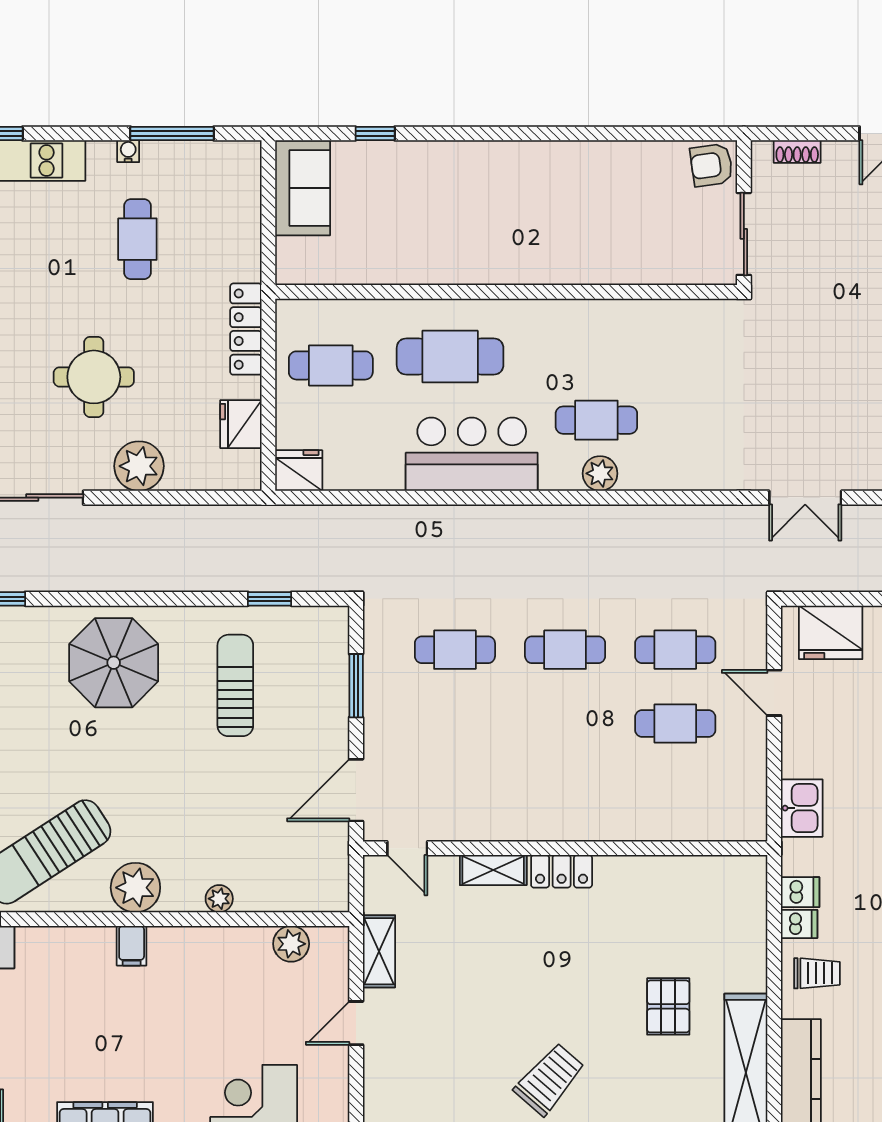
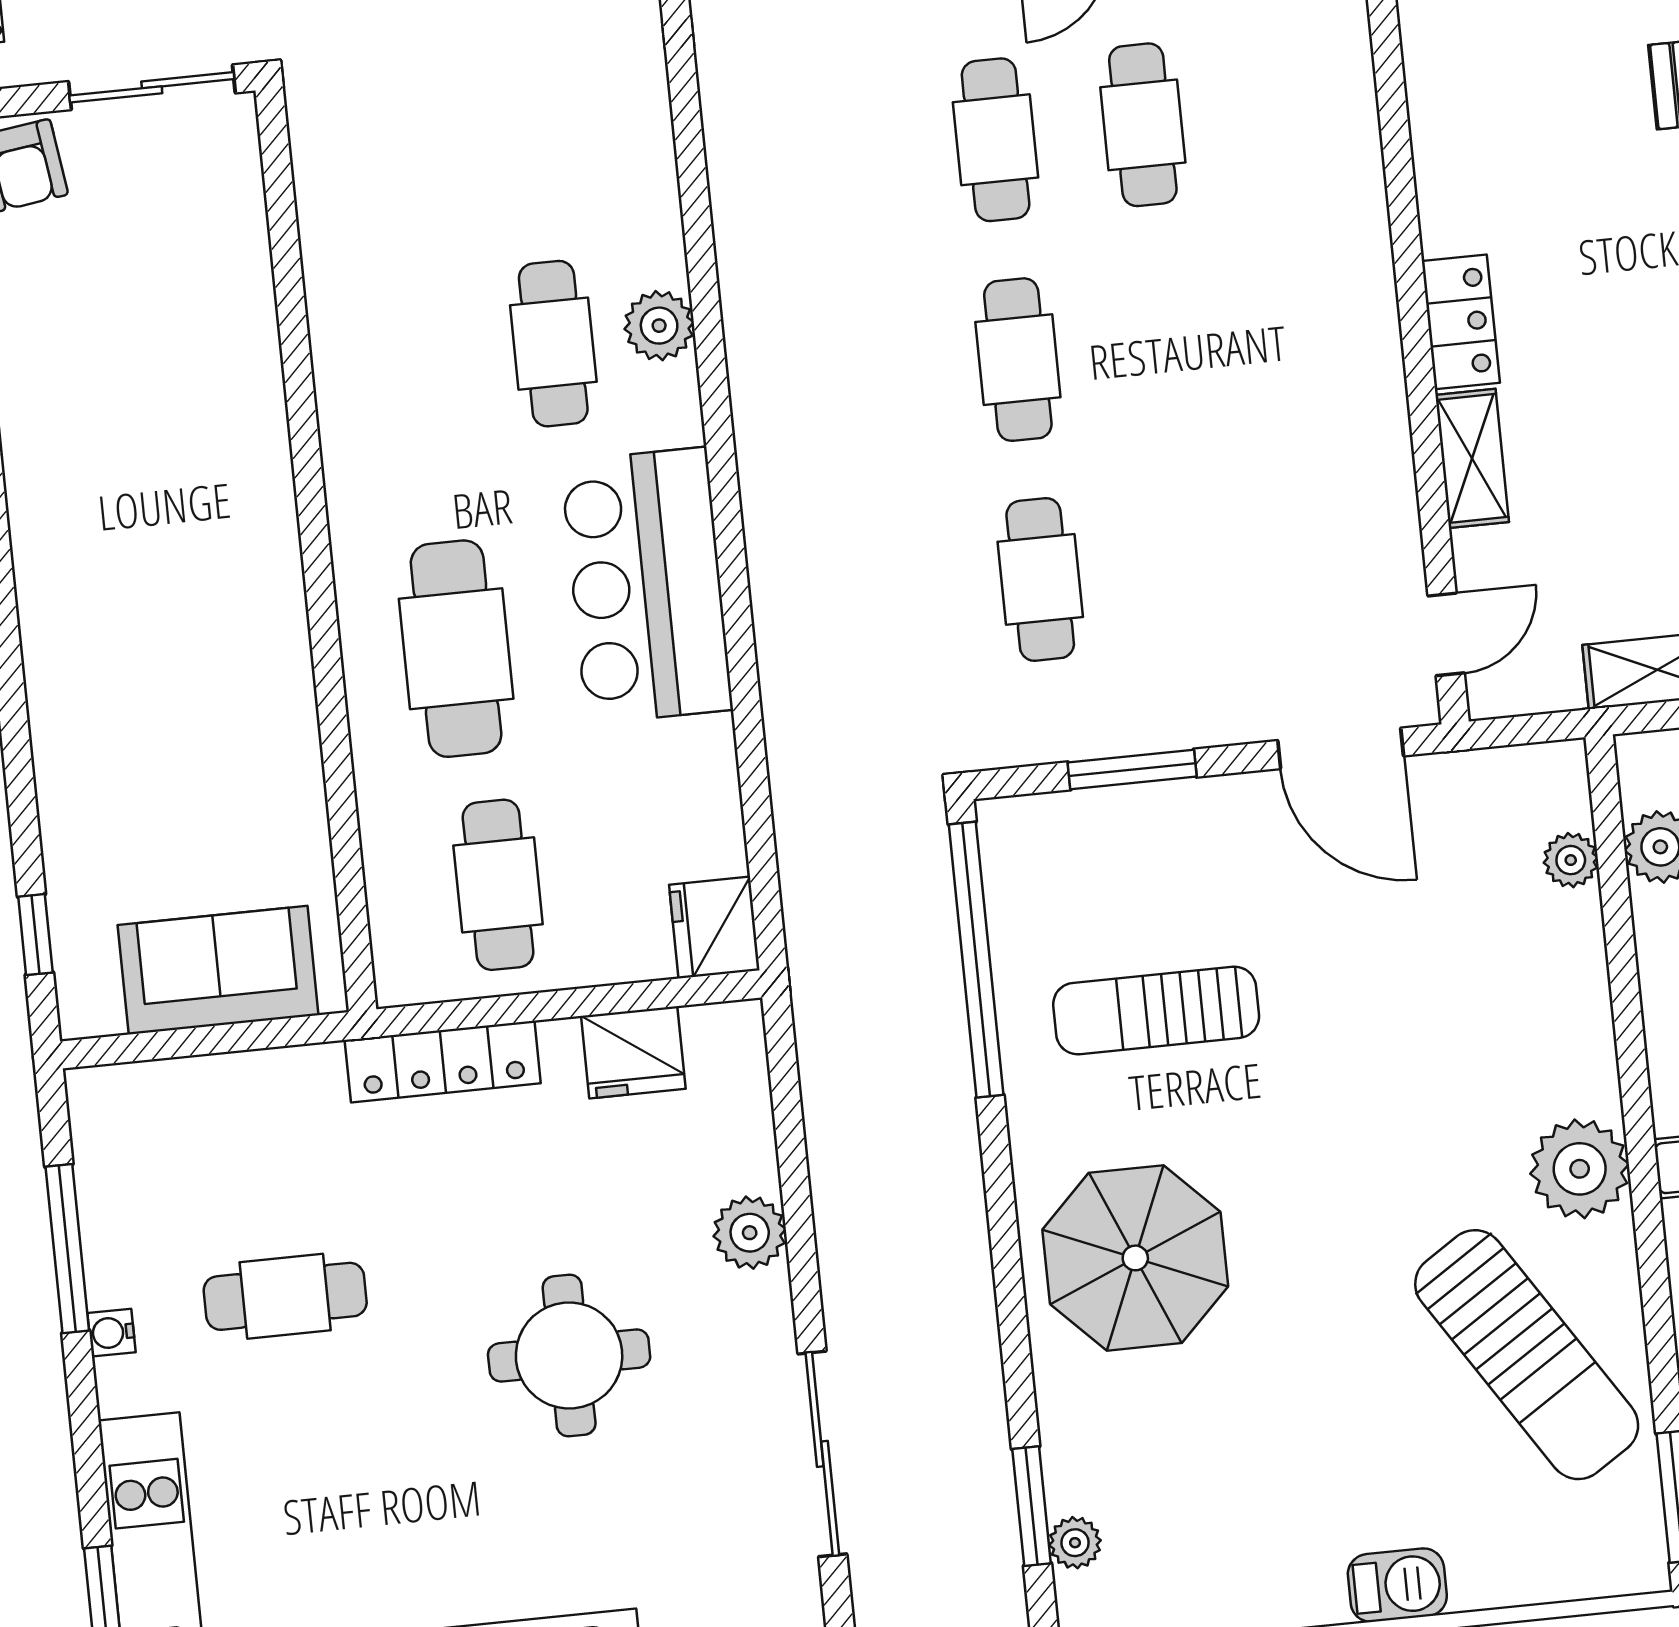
window: (375, 134) -> (35, 935), moved
sofa: (303, 188) -> (218, 970), moved
plant: (139, 466) -> (750, 1233), width x0.73, depth x0.73
window: (270, 599) -> (976, 960), width x3.17
plant: (219, 899) -> (1571, 860), moved

